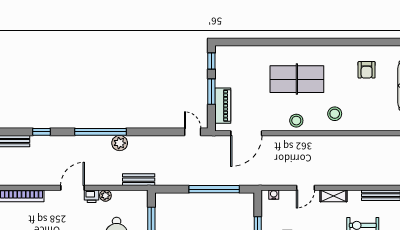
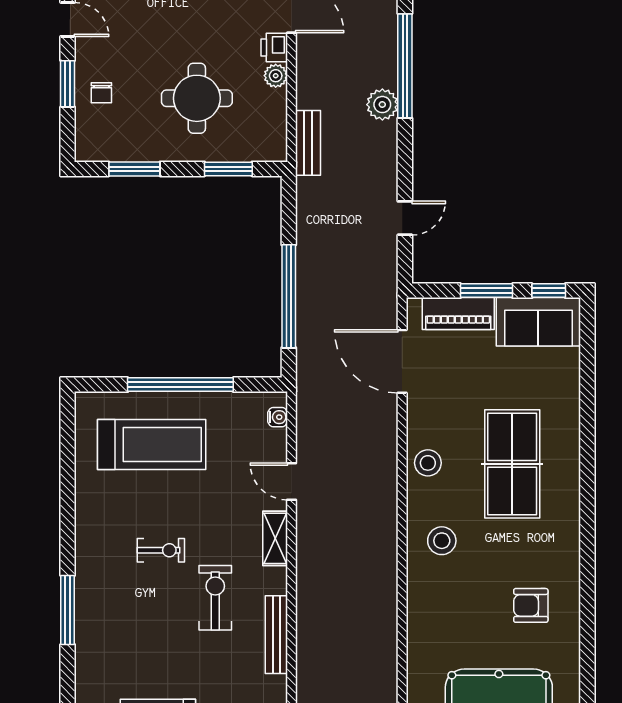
sofa: (227, 66) -> (538, 322), added
door: (193, 132) -> (405, 218), moved

